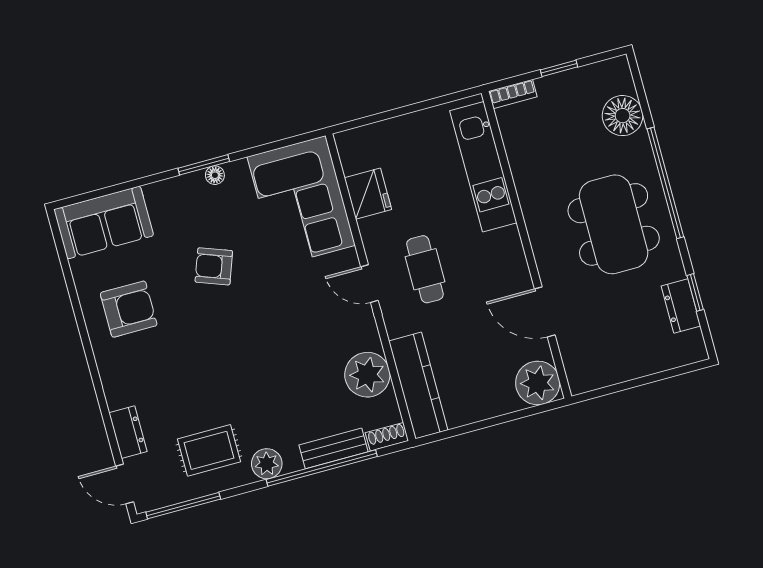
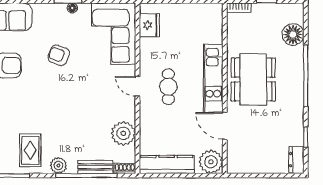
kitchen unit: (483, 167) -> (213, 78), moved
fridge: (368, 194) -> (149, 25), moved
dining table: (614, 224) -> (253, 80), moved
dresser: (681, 306) -> (296, 160), moved
kitchen counter: (418, 385) -> (167, 164), moved, turned -90
rug: (209, 450) -> (30, 150), turned 90

